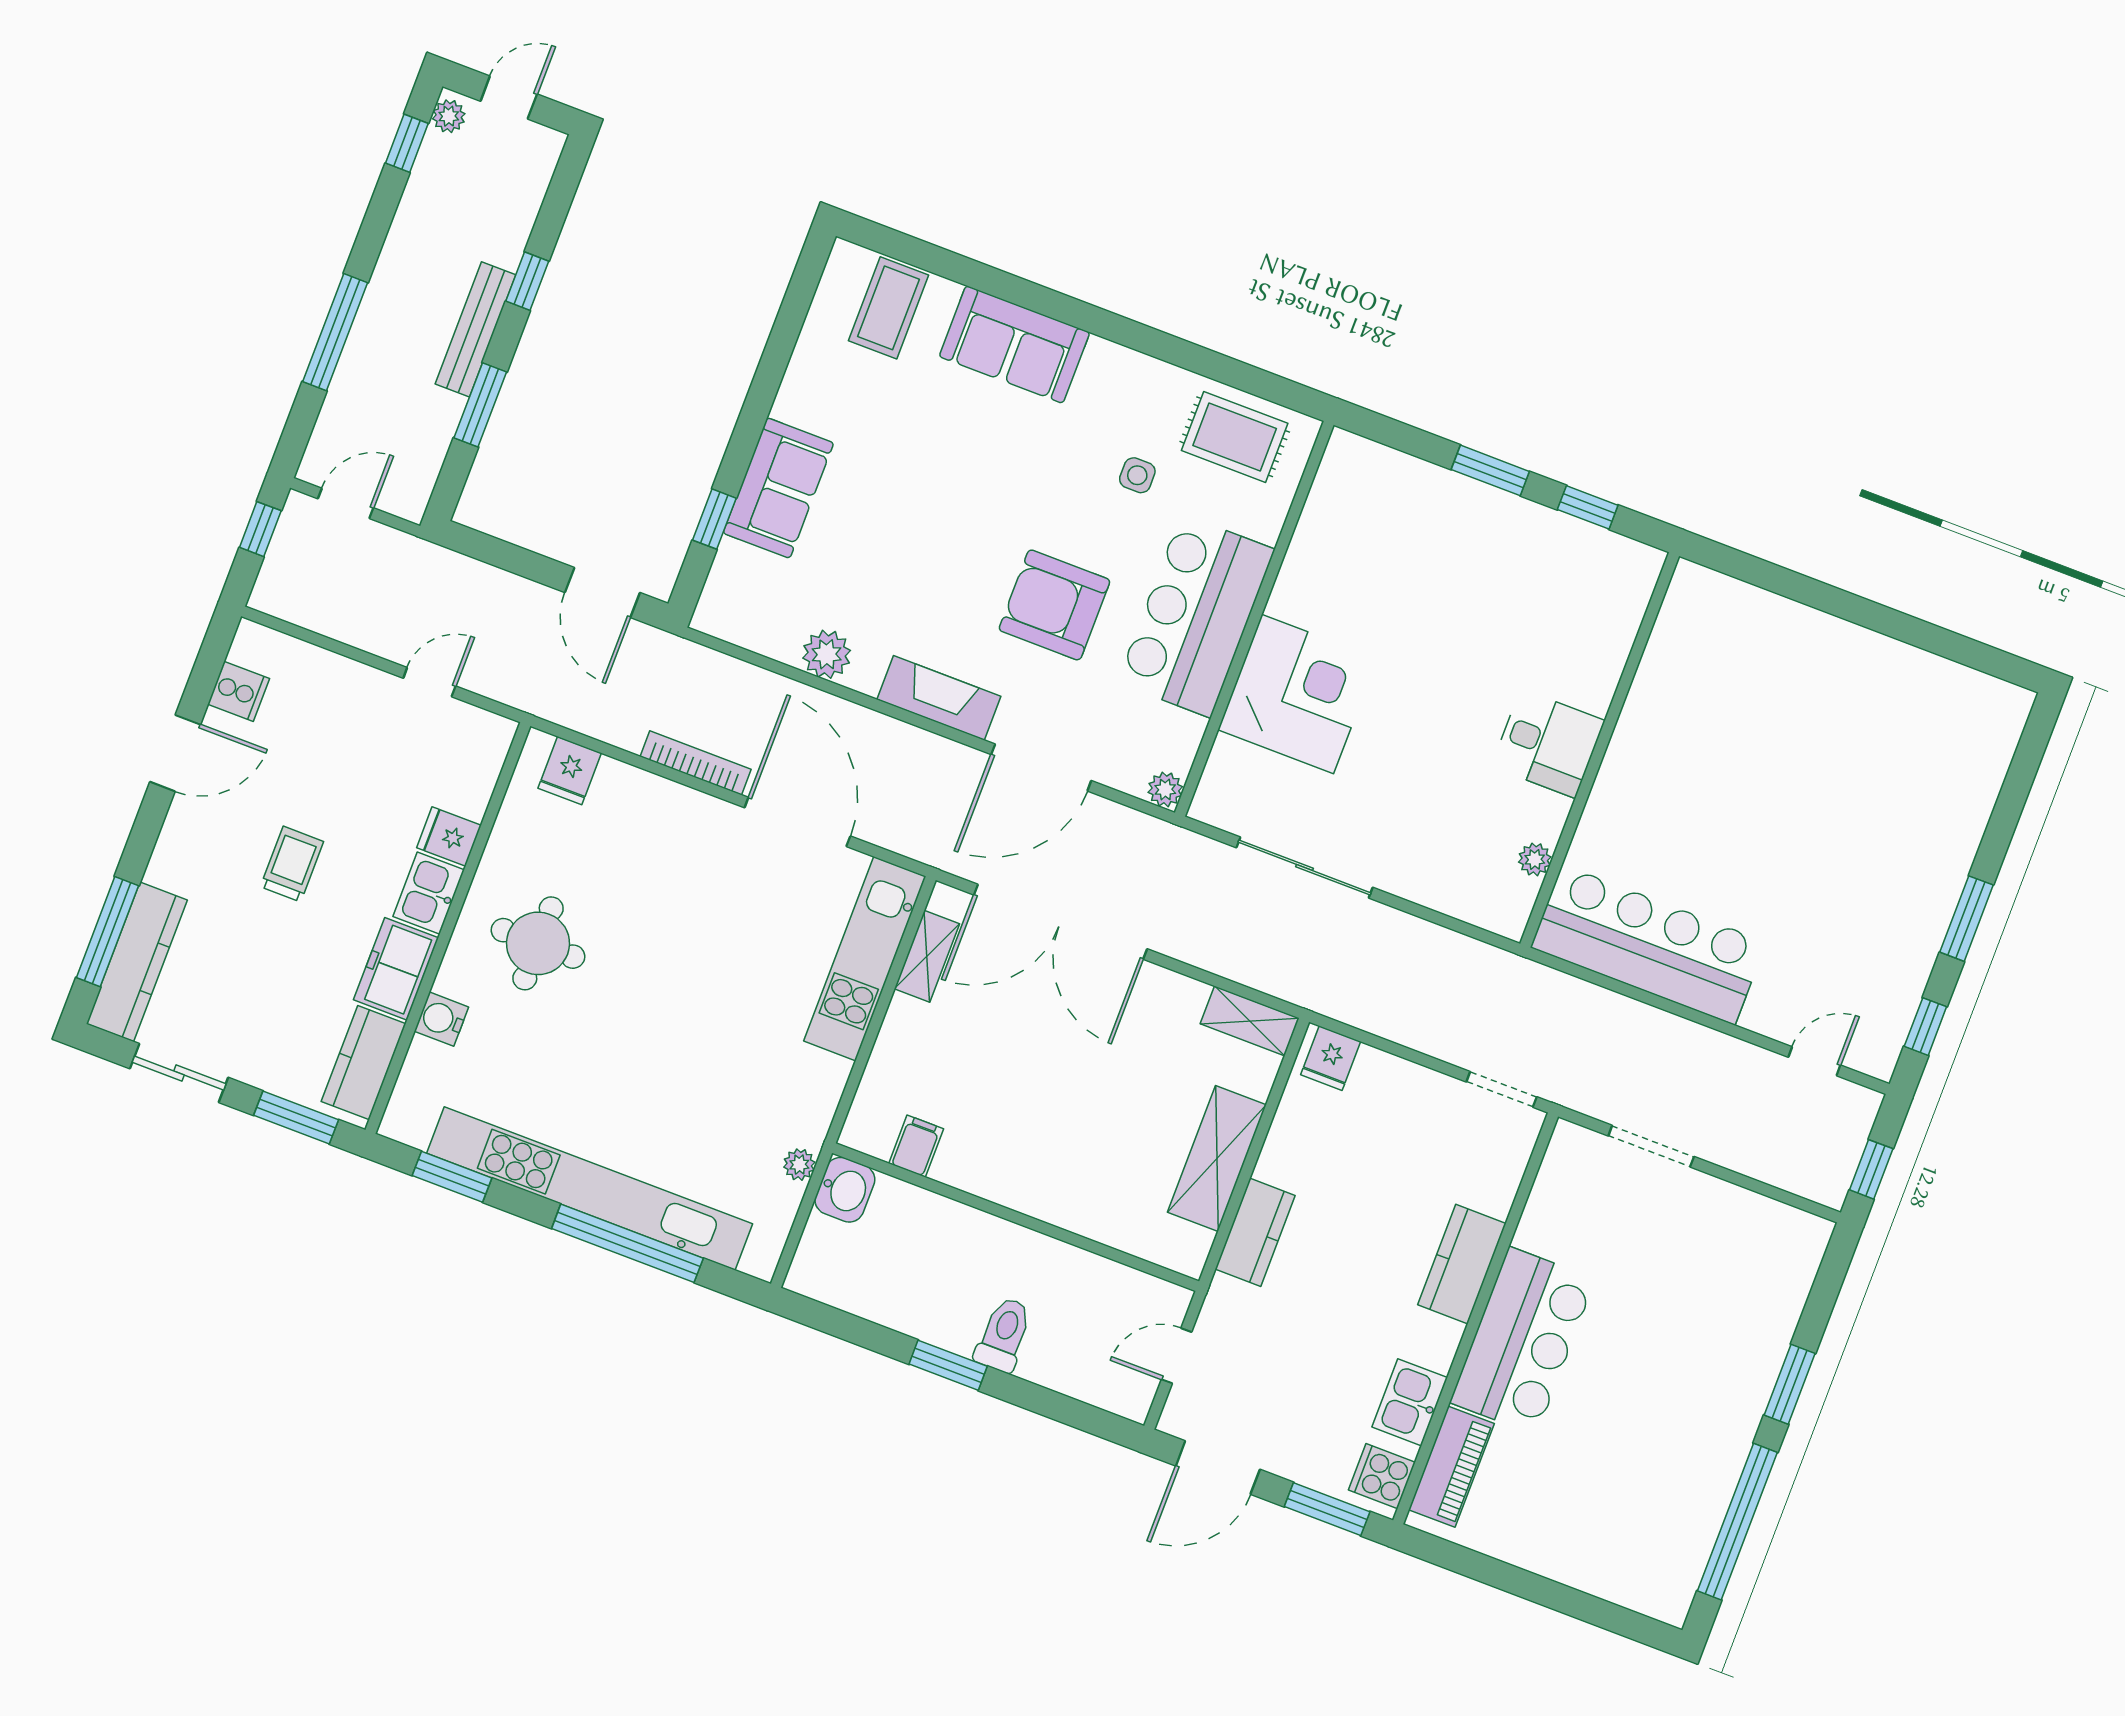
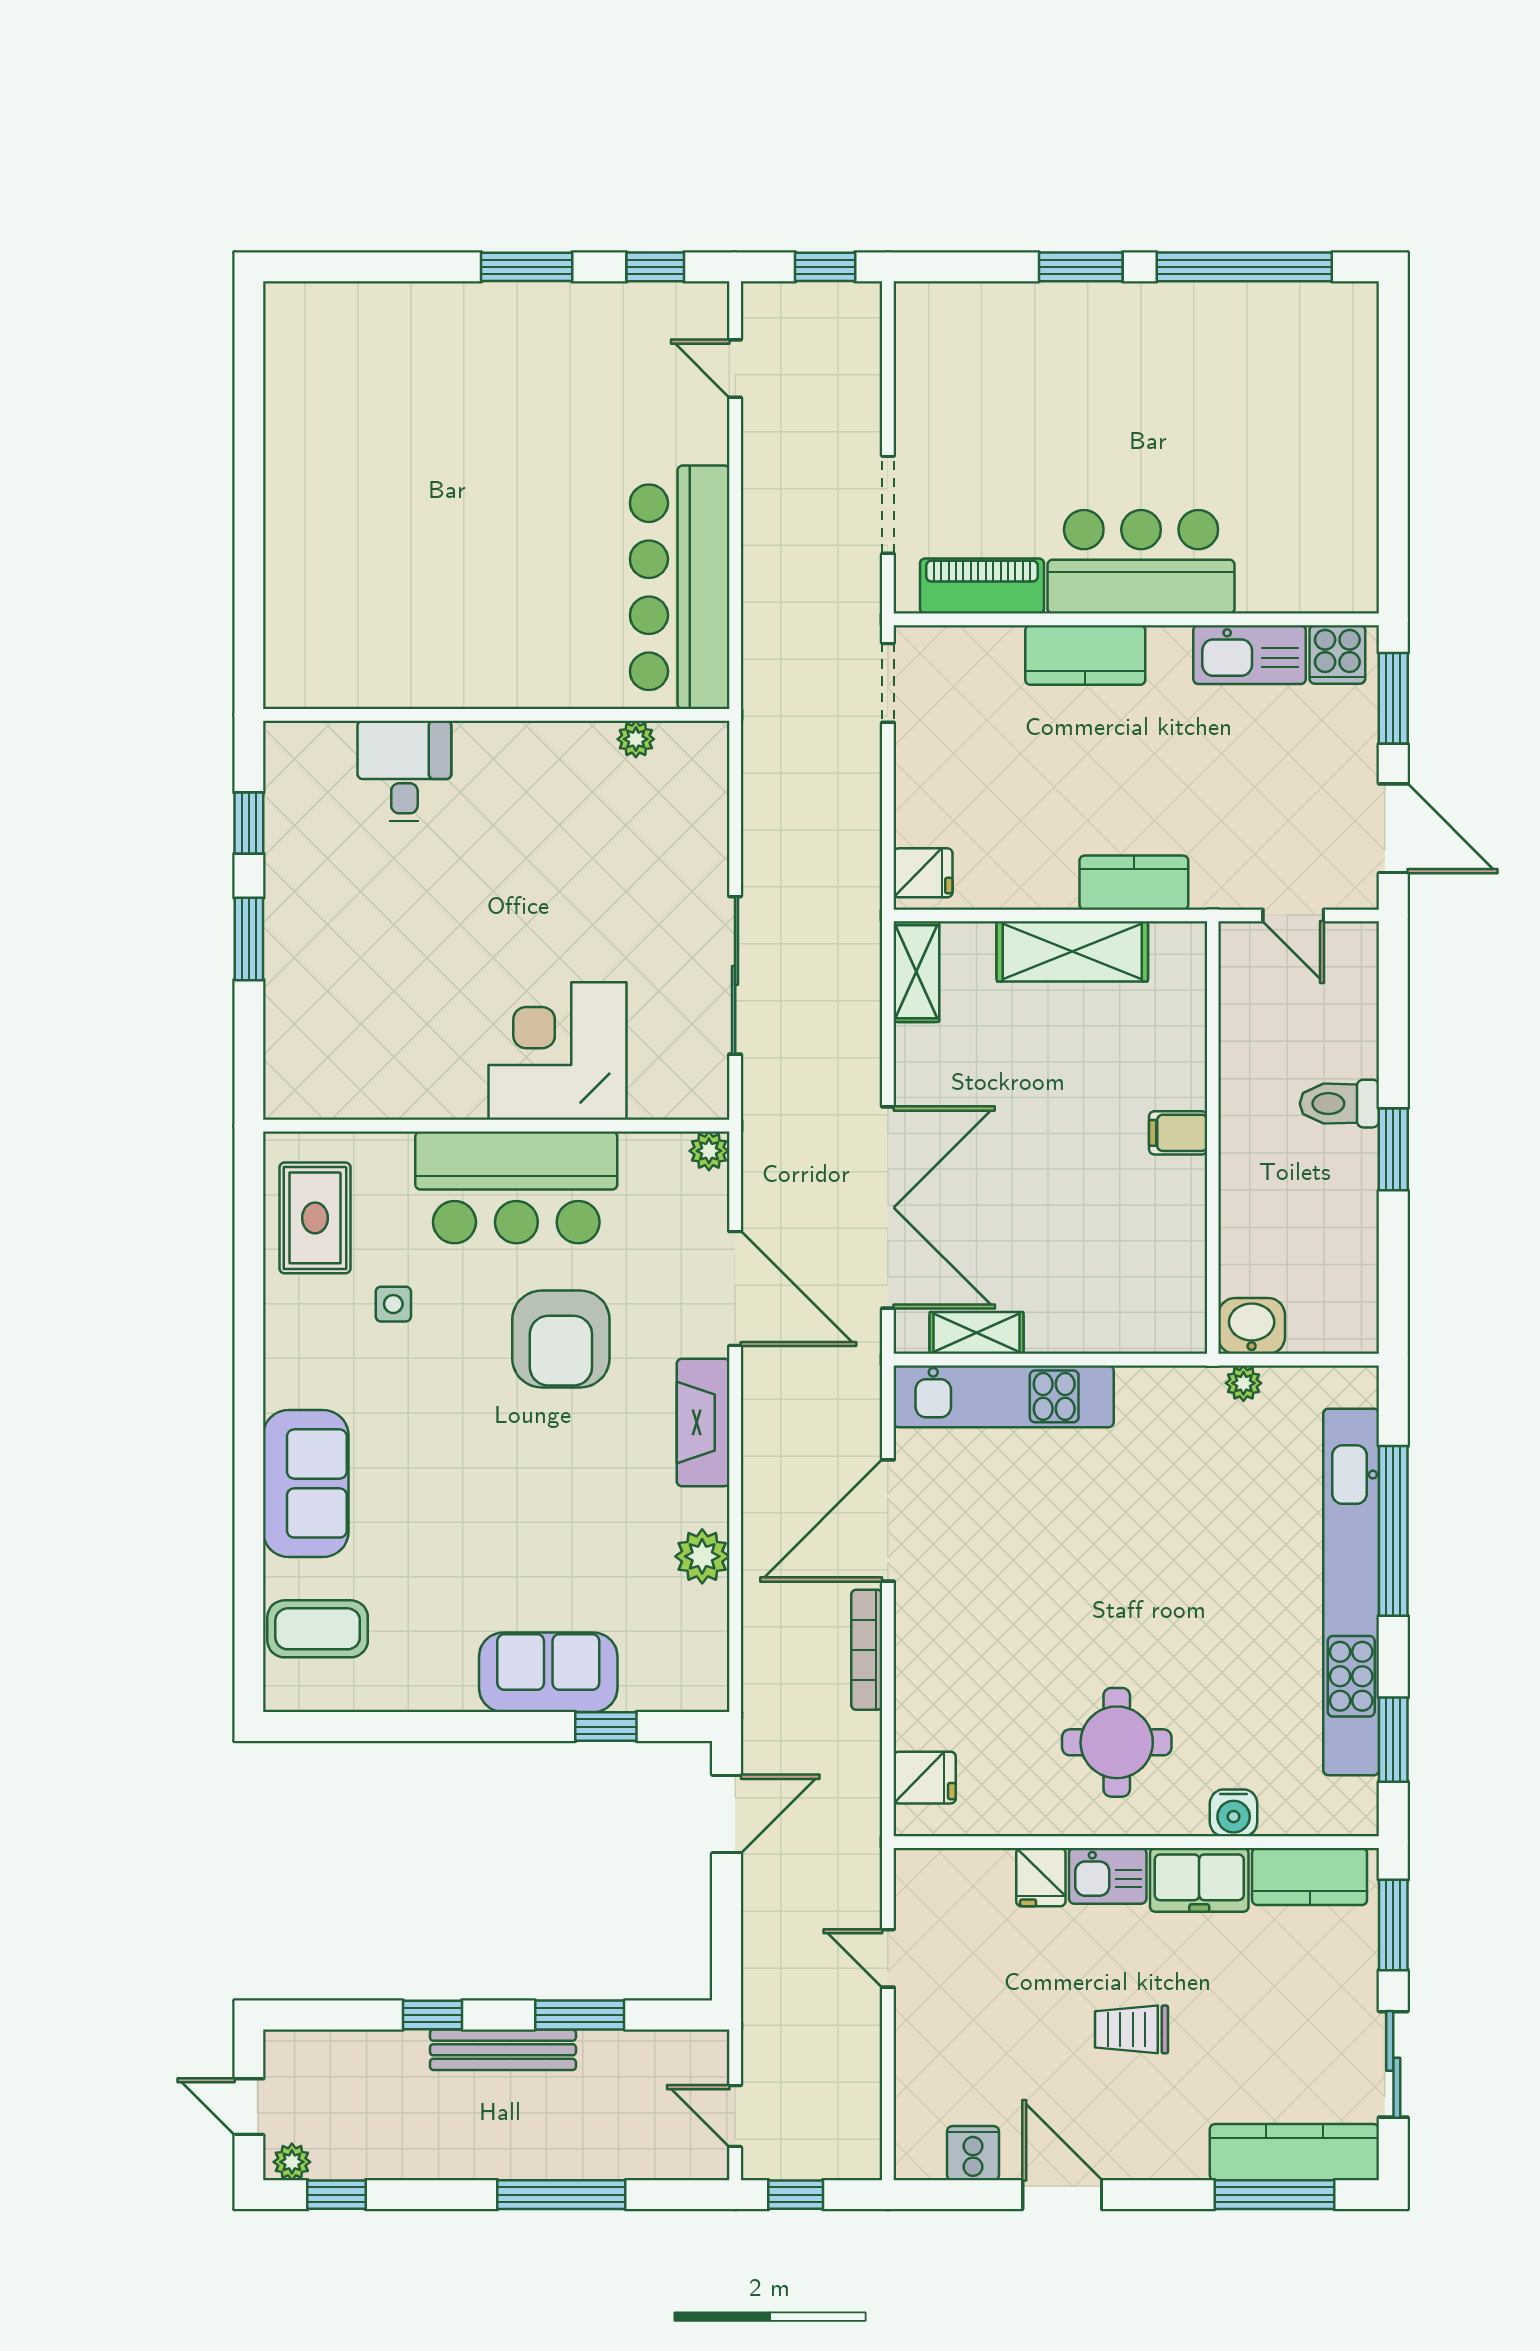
desk: (1548, 743) -> (404, 771), moved
filing cabinet: (916, 1146) -> (1178, 1133), moved
kitchen sink: (1410, 1402) -> (1250, 655), width x1.38
piano: (1451, 1467) -> (982, 586), moved

